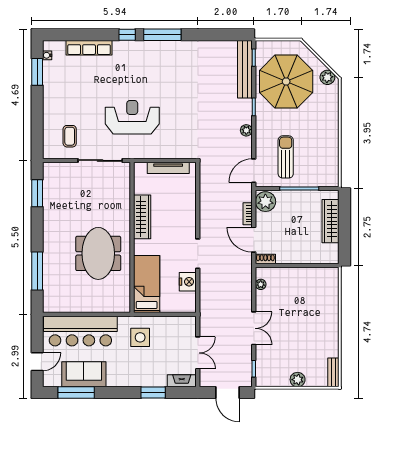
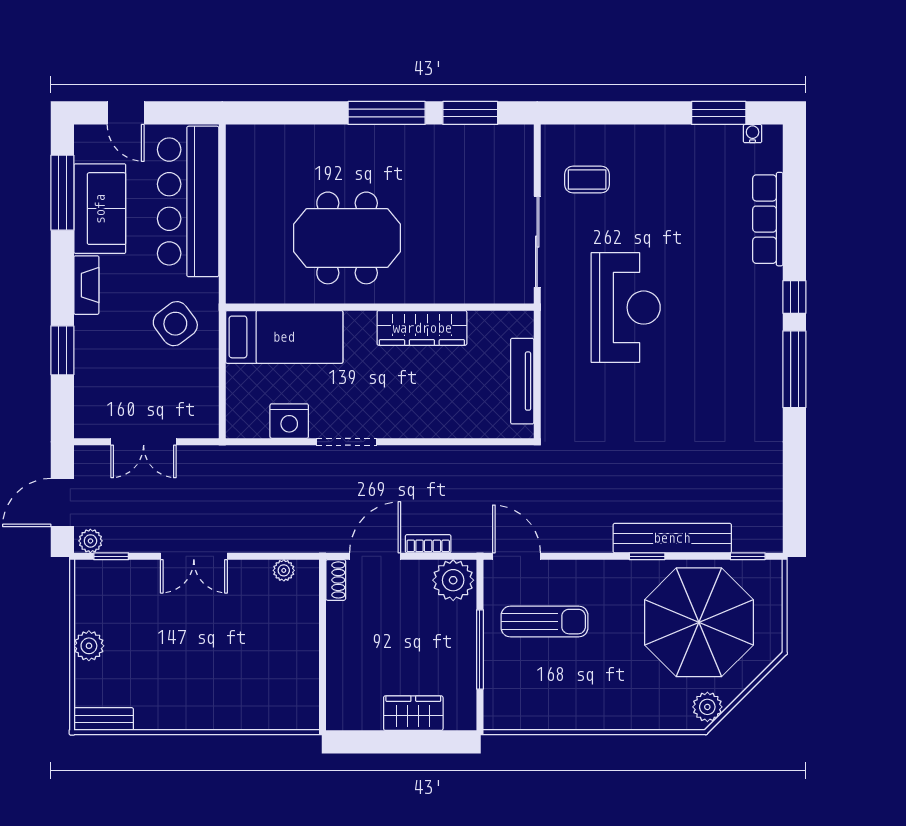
bench: (245, 69) -> (672, 538), moved
plant: (246, 130) -> (90, 541), moved
wardrobe: (330, 221) -> (413, 713), width x0.67
window: (37, 271) -> (387, 113), moved
side table: (140, 337) -> (175, 324), turned -37
fireplace: (182, 381) -> (86, 285), moved

